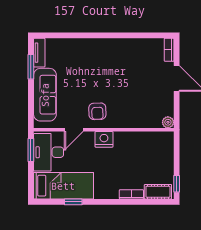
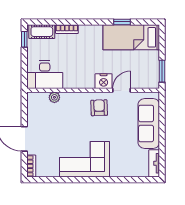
corner sofa: (113, 57) -> (84, 159), added
window: (31, 67) -> (162, 150), removed
plant: (168, 122) -> (54, 97), moved
nightstand: (104, 139) -> (104, 81), moved
desk: (49, 152) -> (45, 75), moved, turned 90

